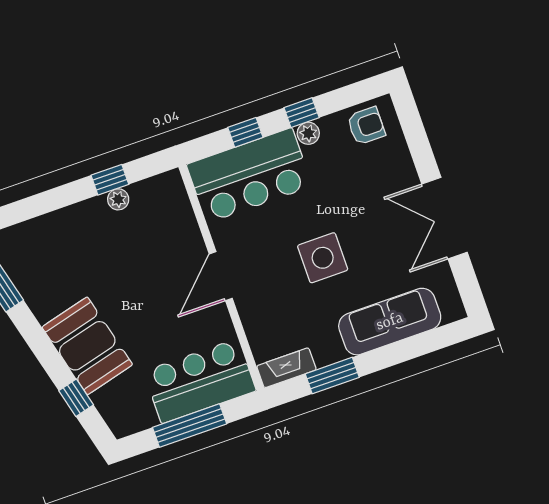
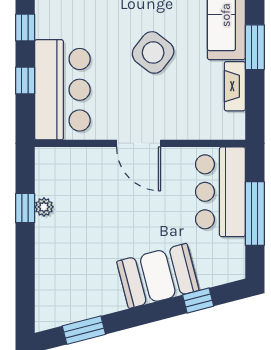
plant: (308, 133) -> (44, 28), removed
side table: (323, 258) -> (153, 52), turned 38
fireplace: (286, 368) -> (235, 86), moved
window: (332, 376) -> (255, 47), moved

